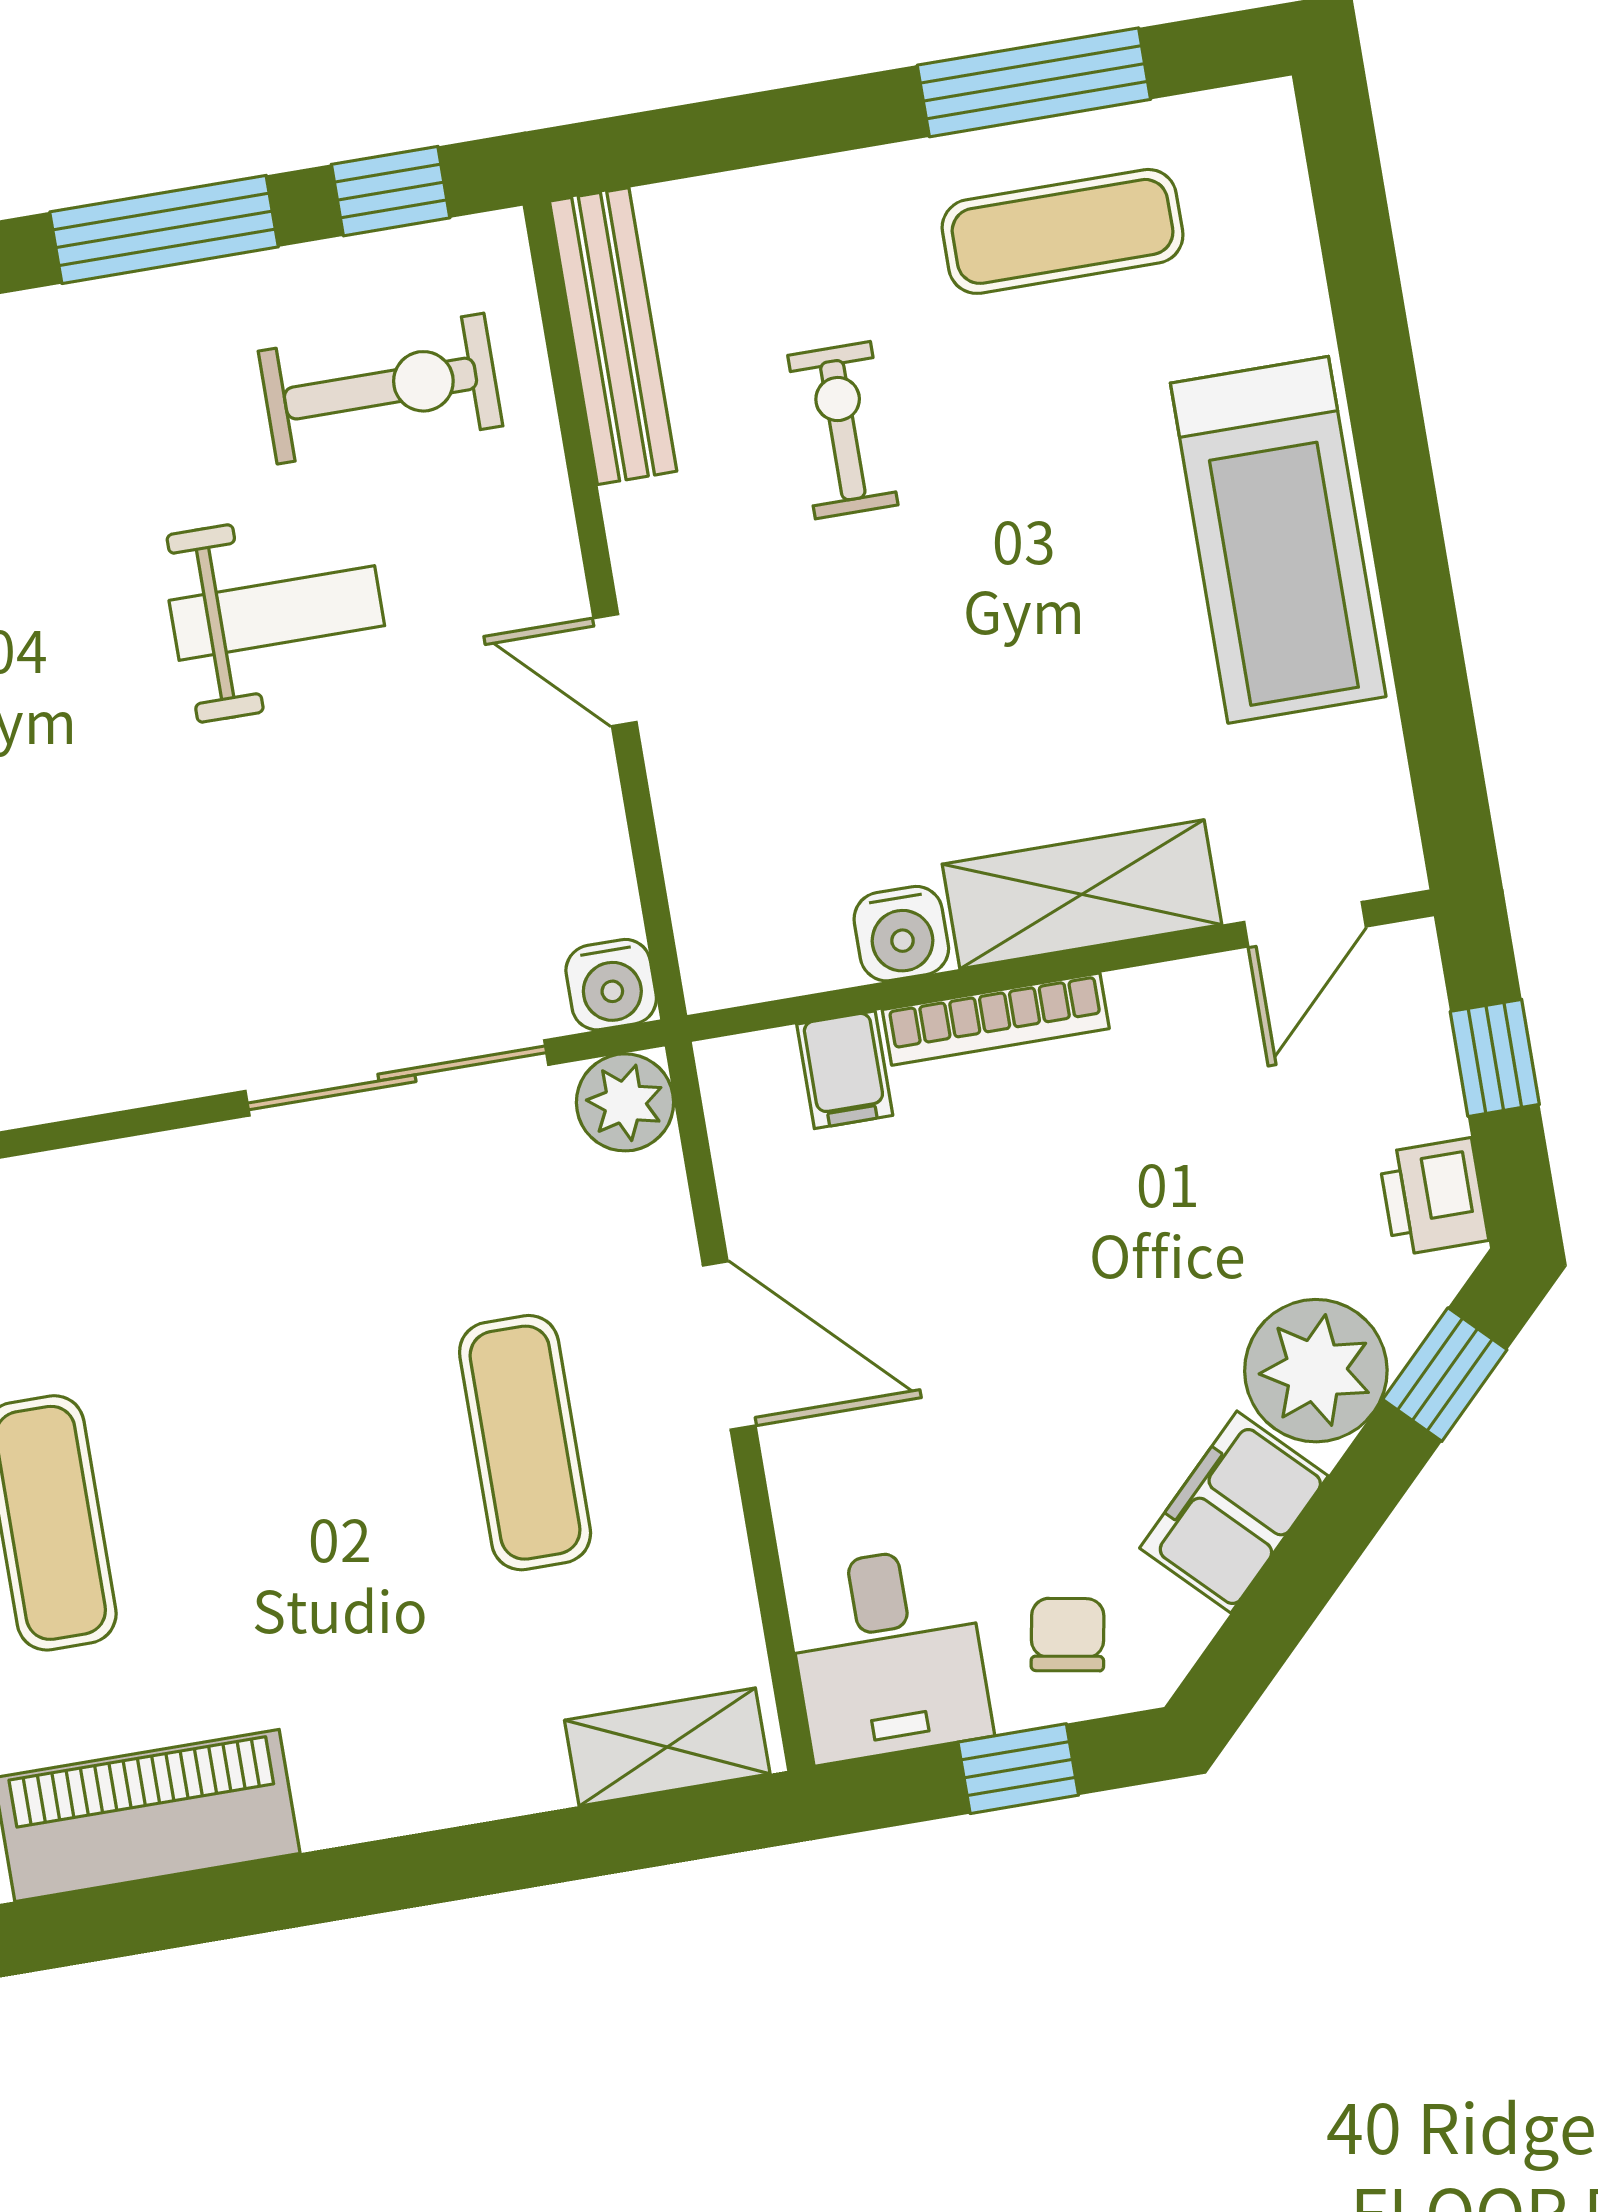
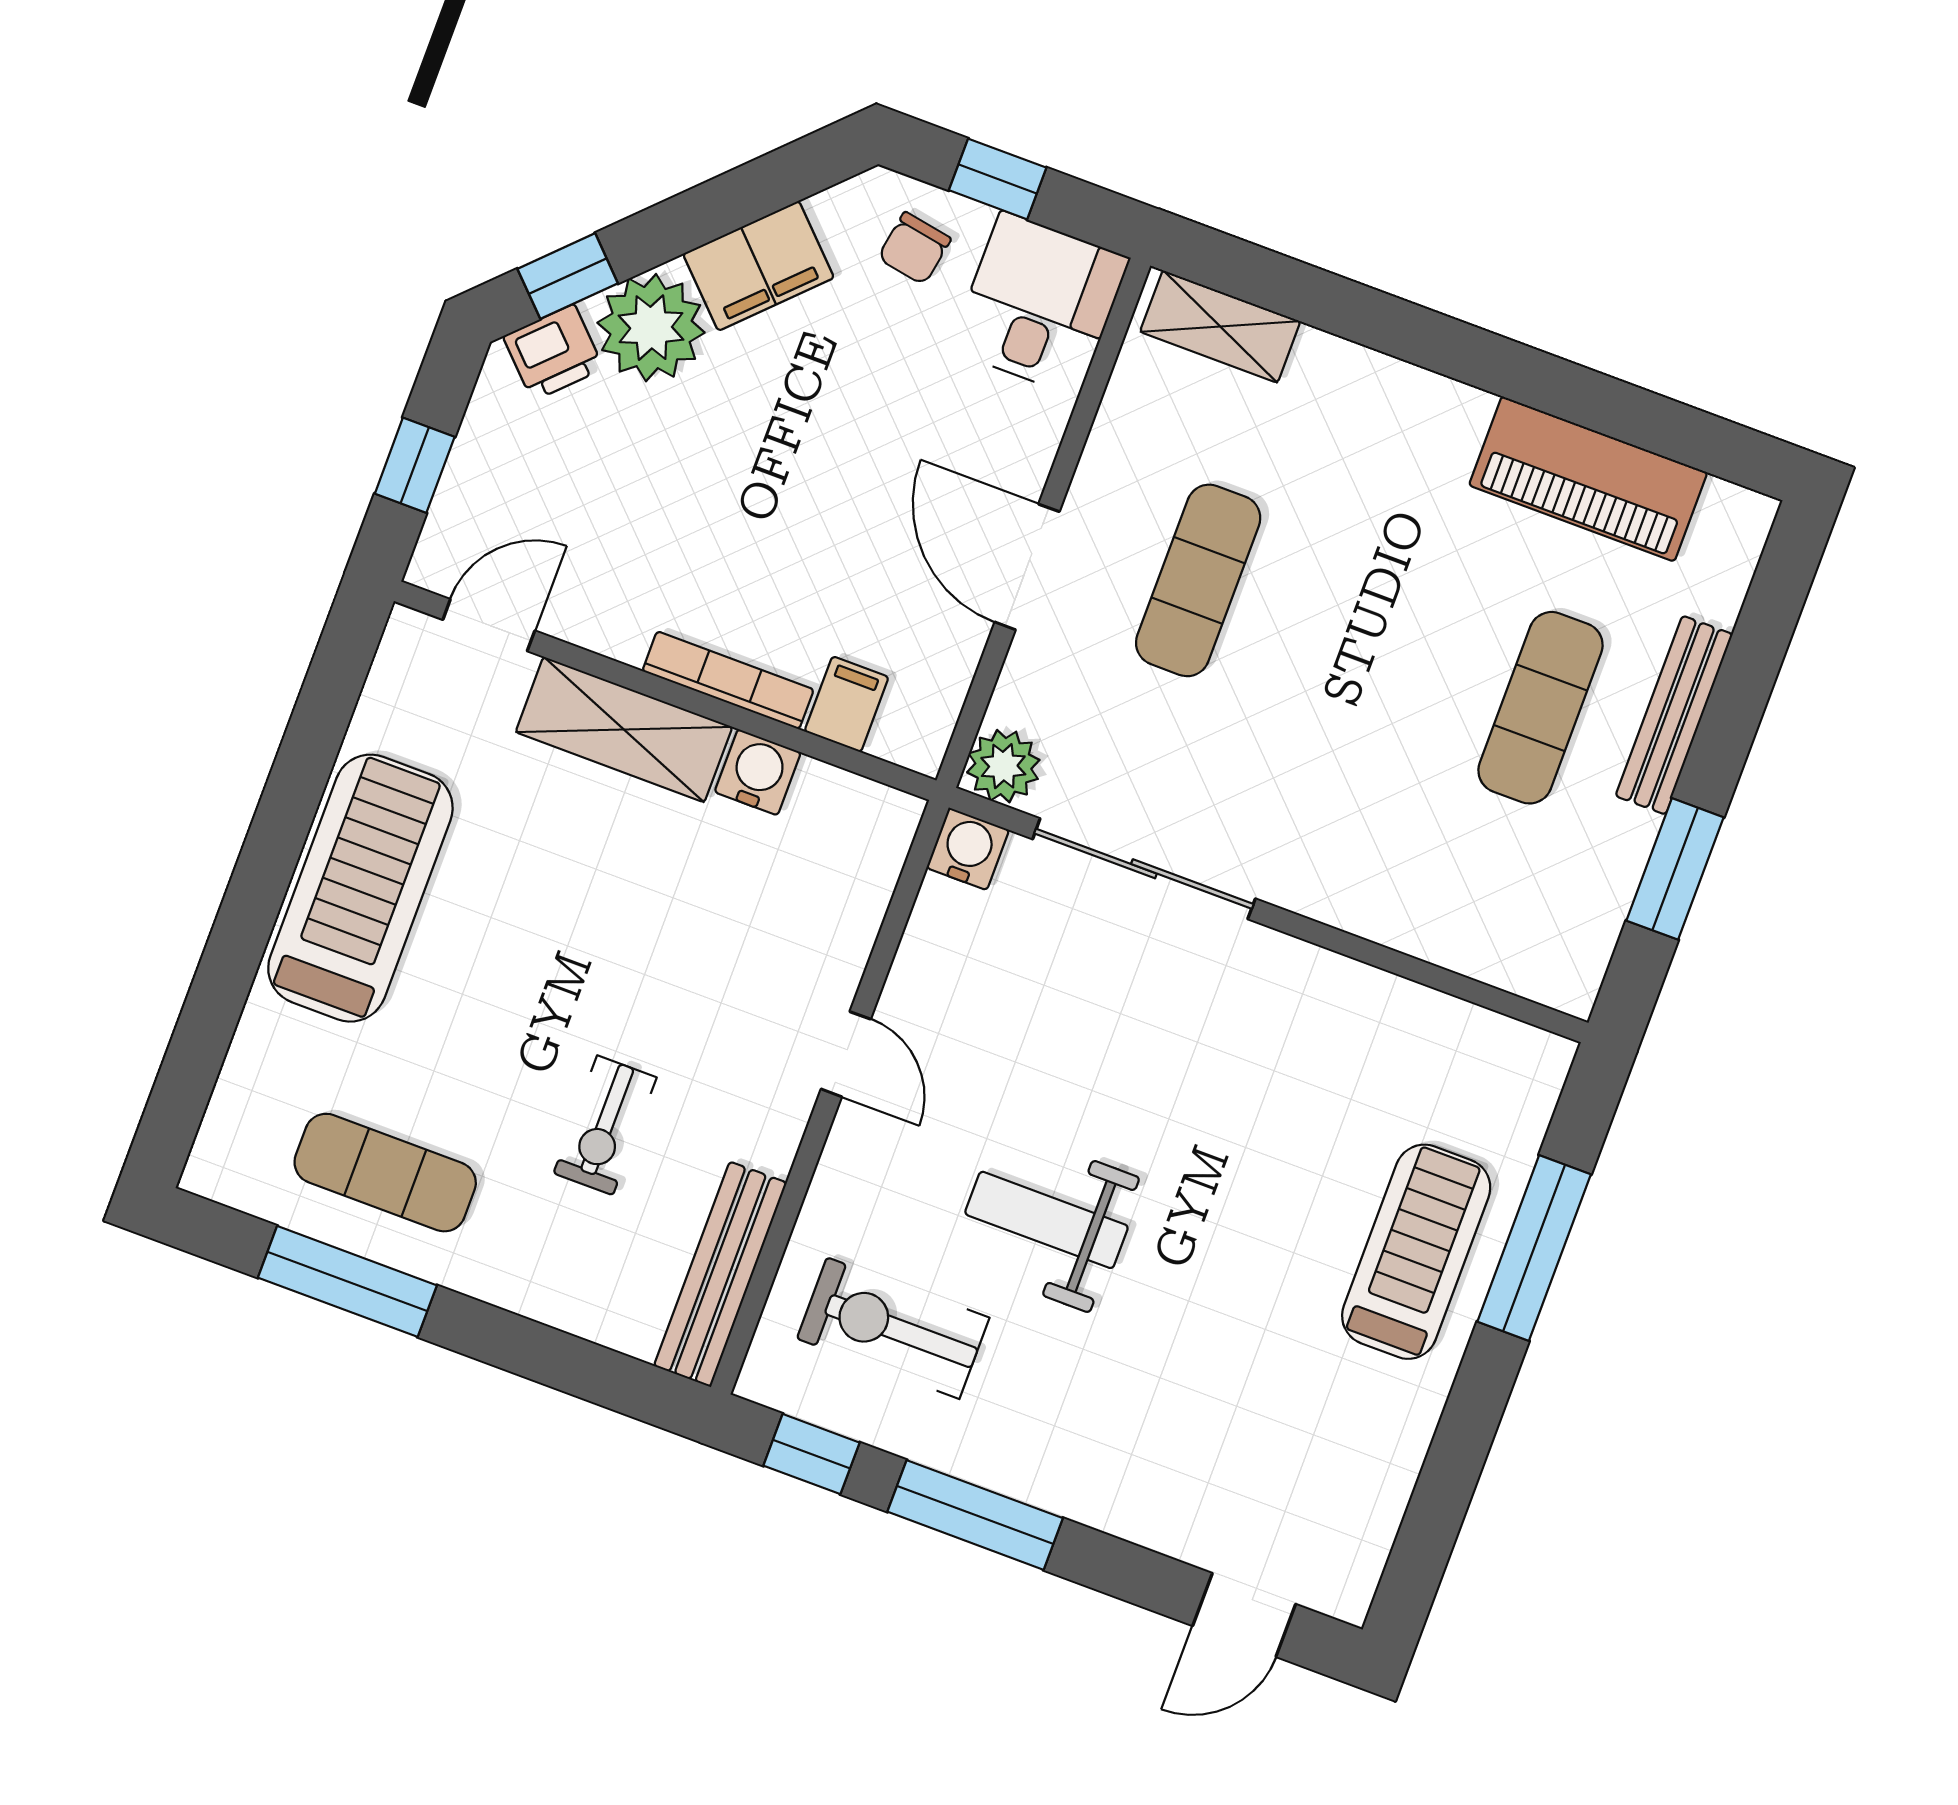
printer: (1433, 1197) -> (553, 353), moved, turned 45

